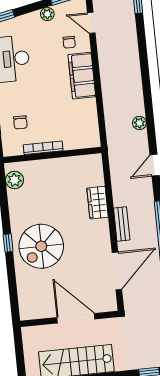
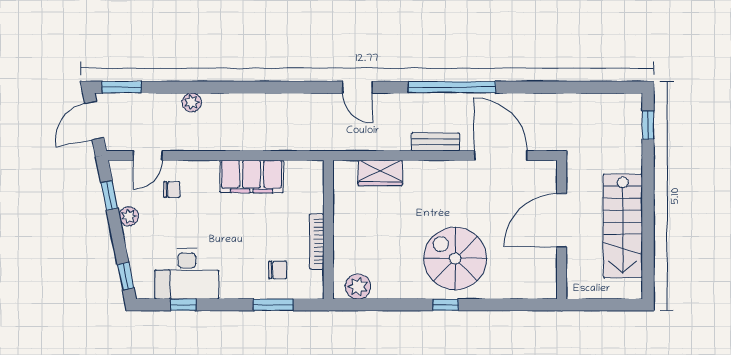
filing cabinet: (82, 76) -> (252, 176), moved
plant: (139, 123) -> (192, 102), moved
wardrobe: (98, 203) -> (380, 173), moved
spiral stairs: (41, 246) -> (455, 259), turned 180

